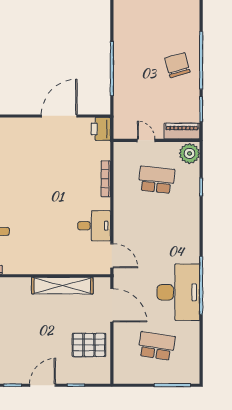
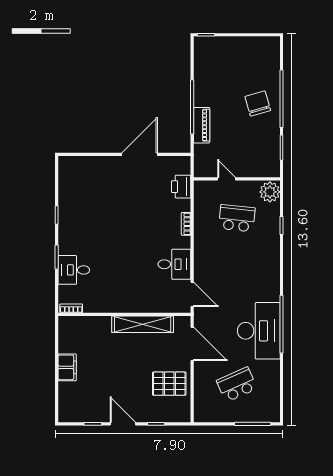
printer: (101, 129) -> (181, 187), moved
piano: (182, 131) -> (202, 125), moved, turned 90
bookcase: (106, 179) -> (186, 224), width x0.64
school desk: (156, 346) -> (237, 385), turned -33
door: (43, 385) -> (123, 424), hinge flipped

